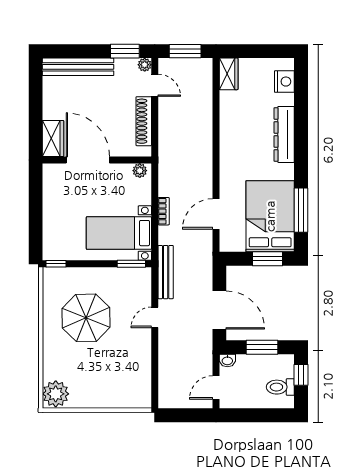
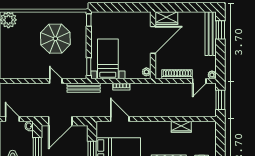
window: (125, 51) -> (220, 30), moved
wardrobe: (229, 74) -> (181, 127), moved

